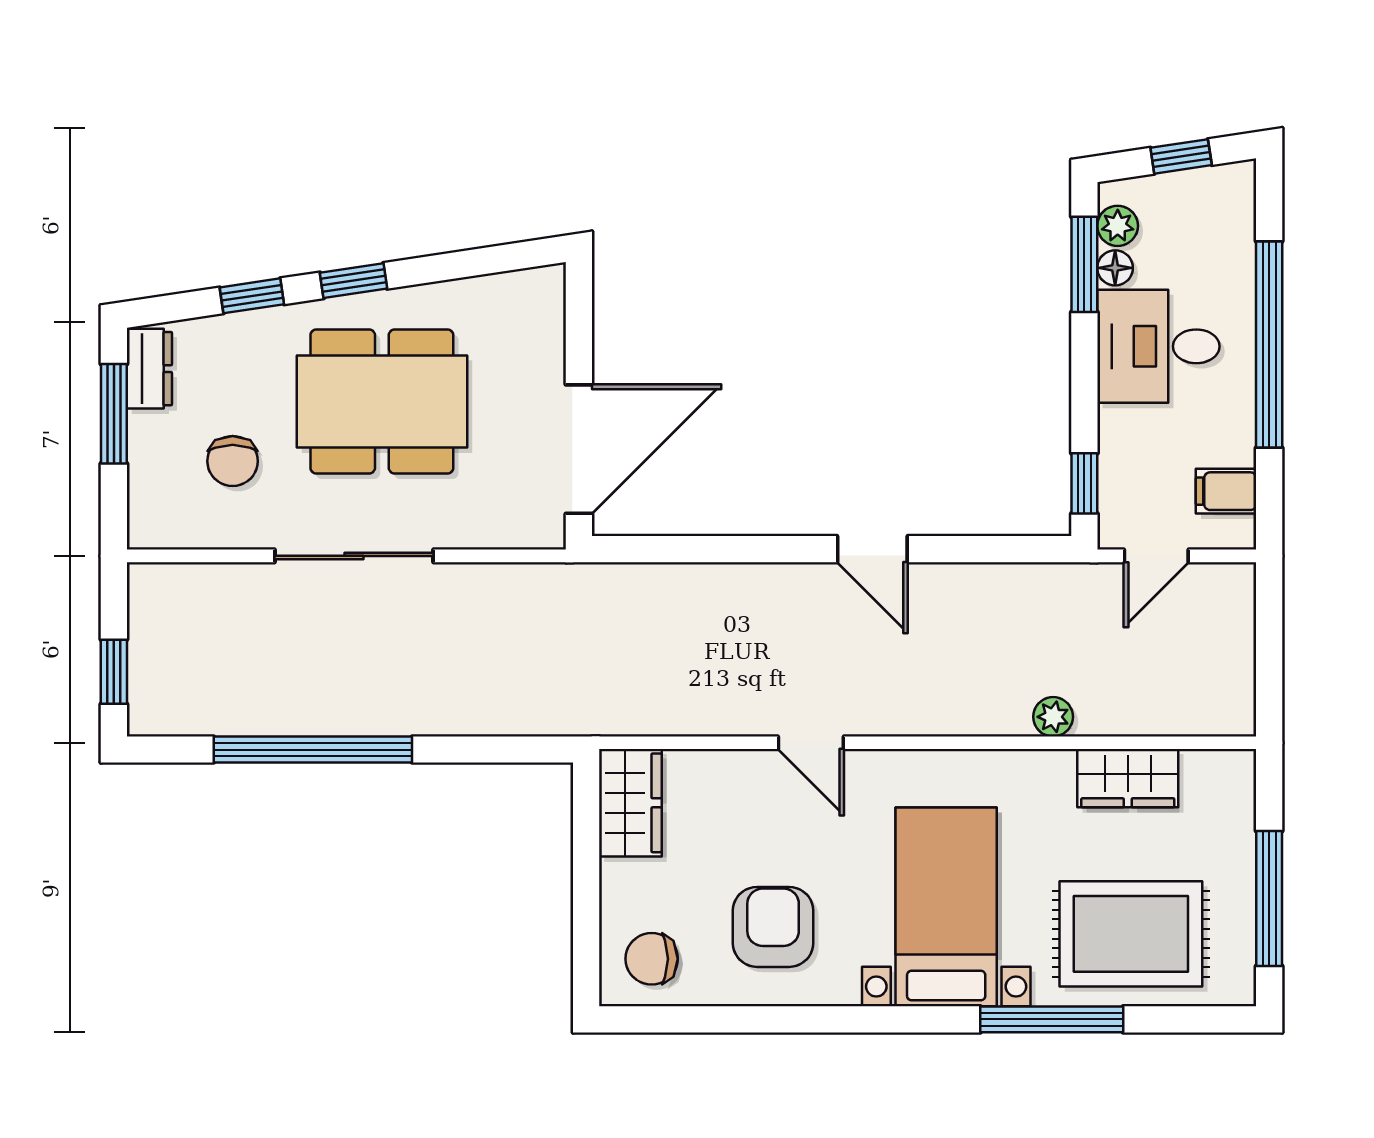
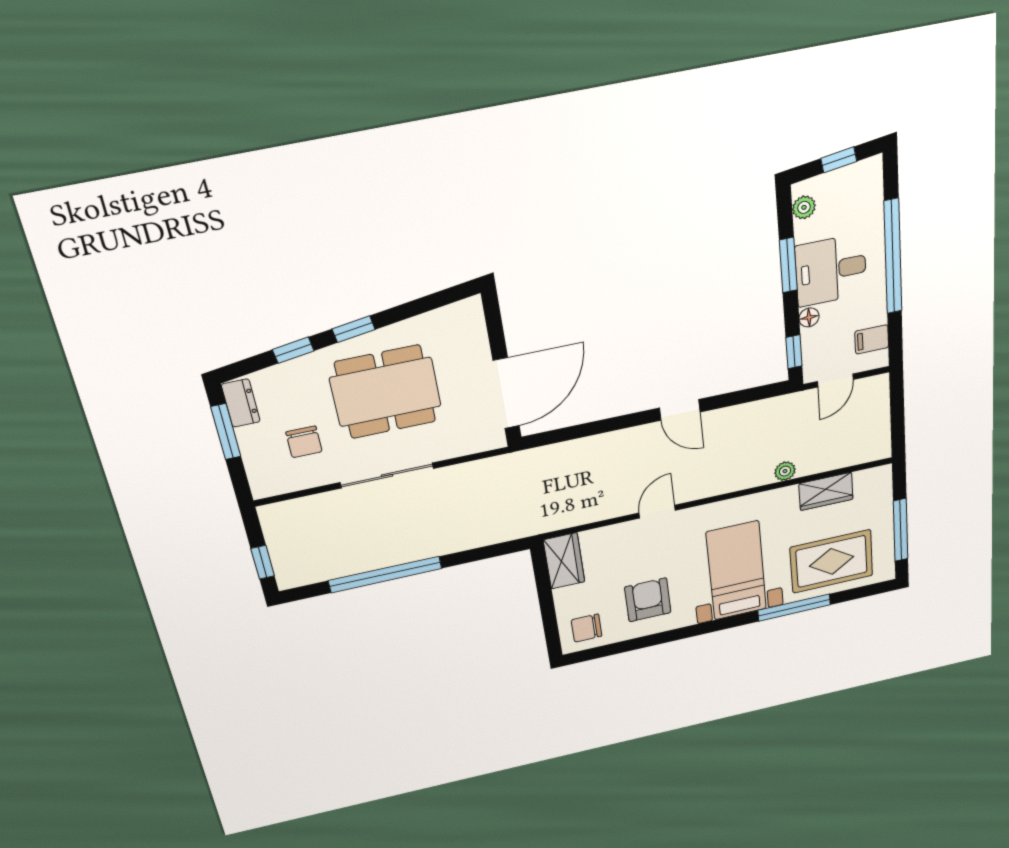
window: (1084, 264) -> (788, 265), moved
floor lamp: (1115, 268) -> (809, 317), moved
door: (811, 743) -> (657, 512), swing flipped

